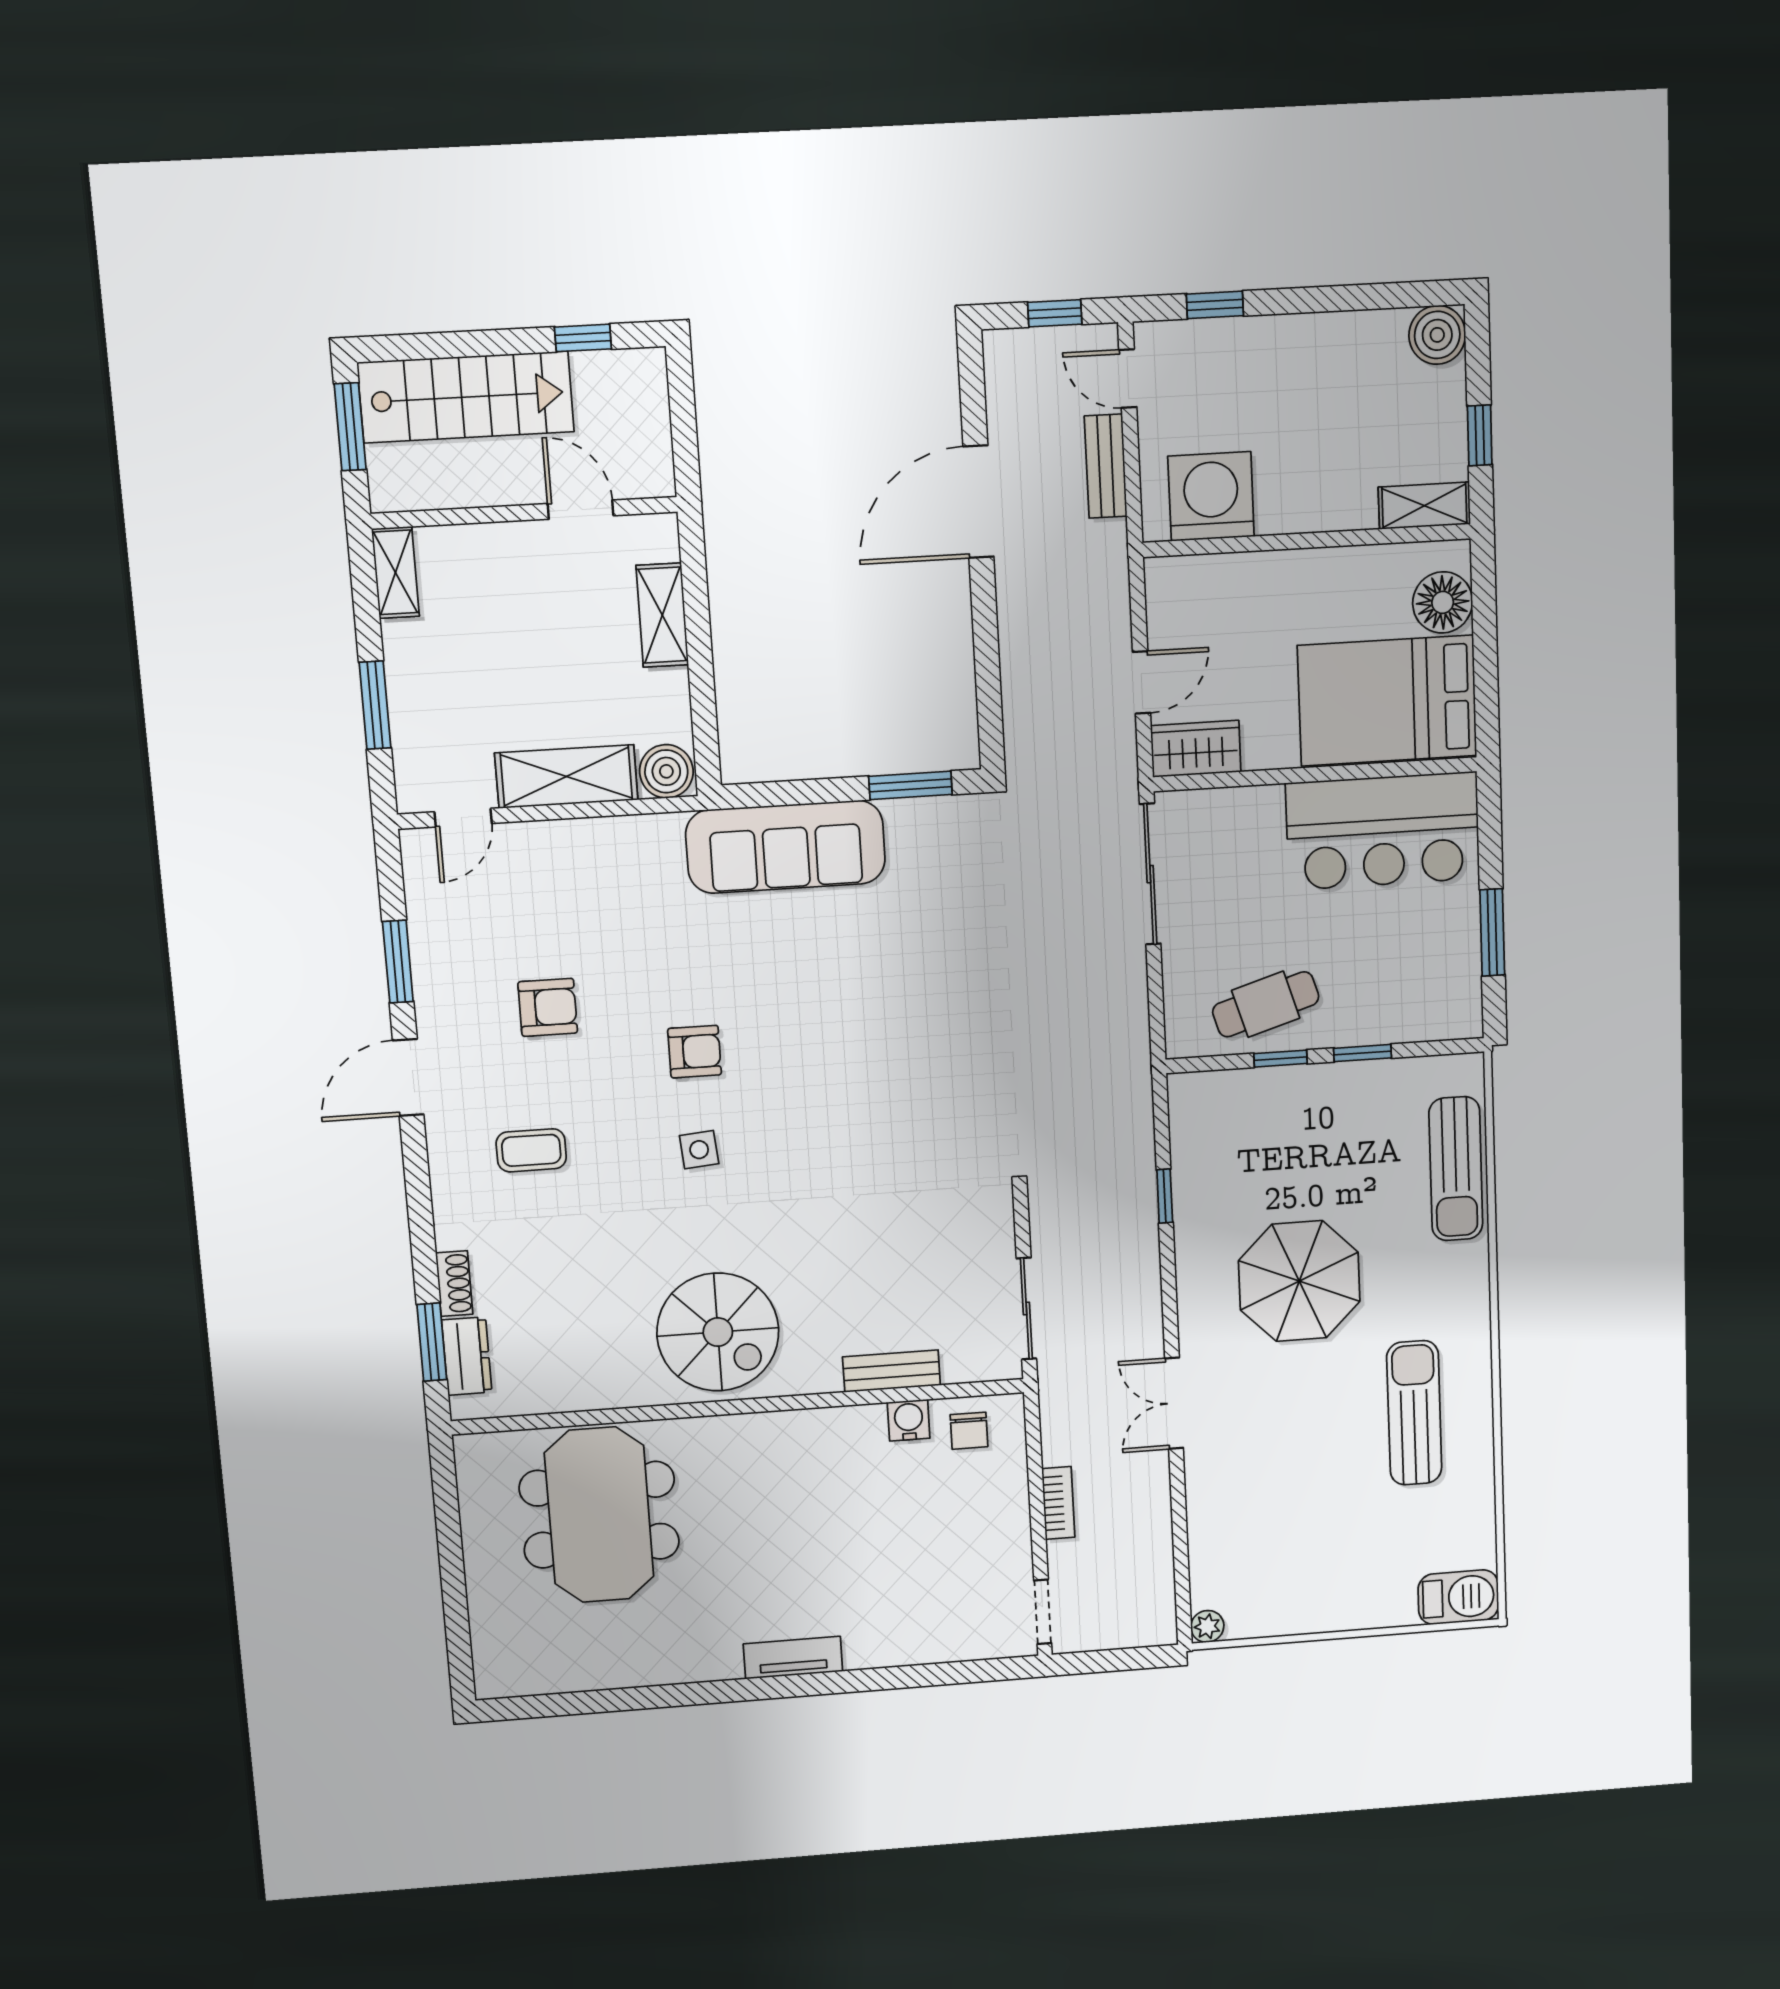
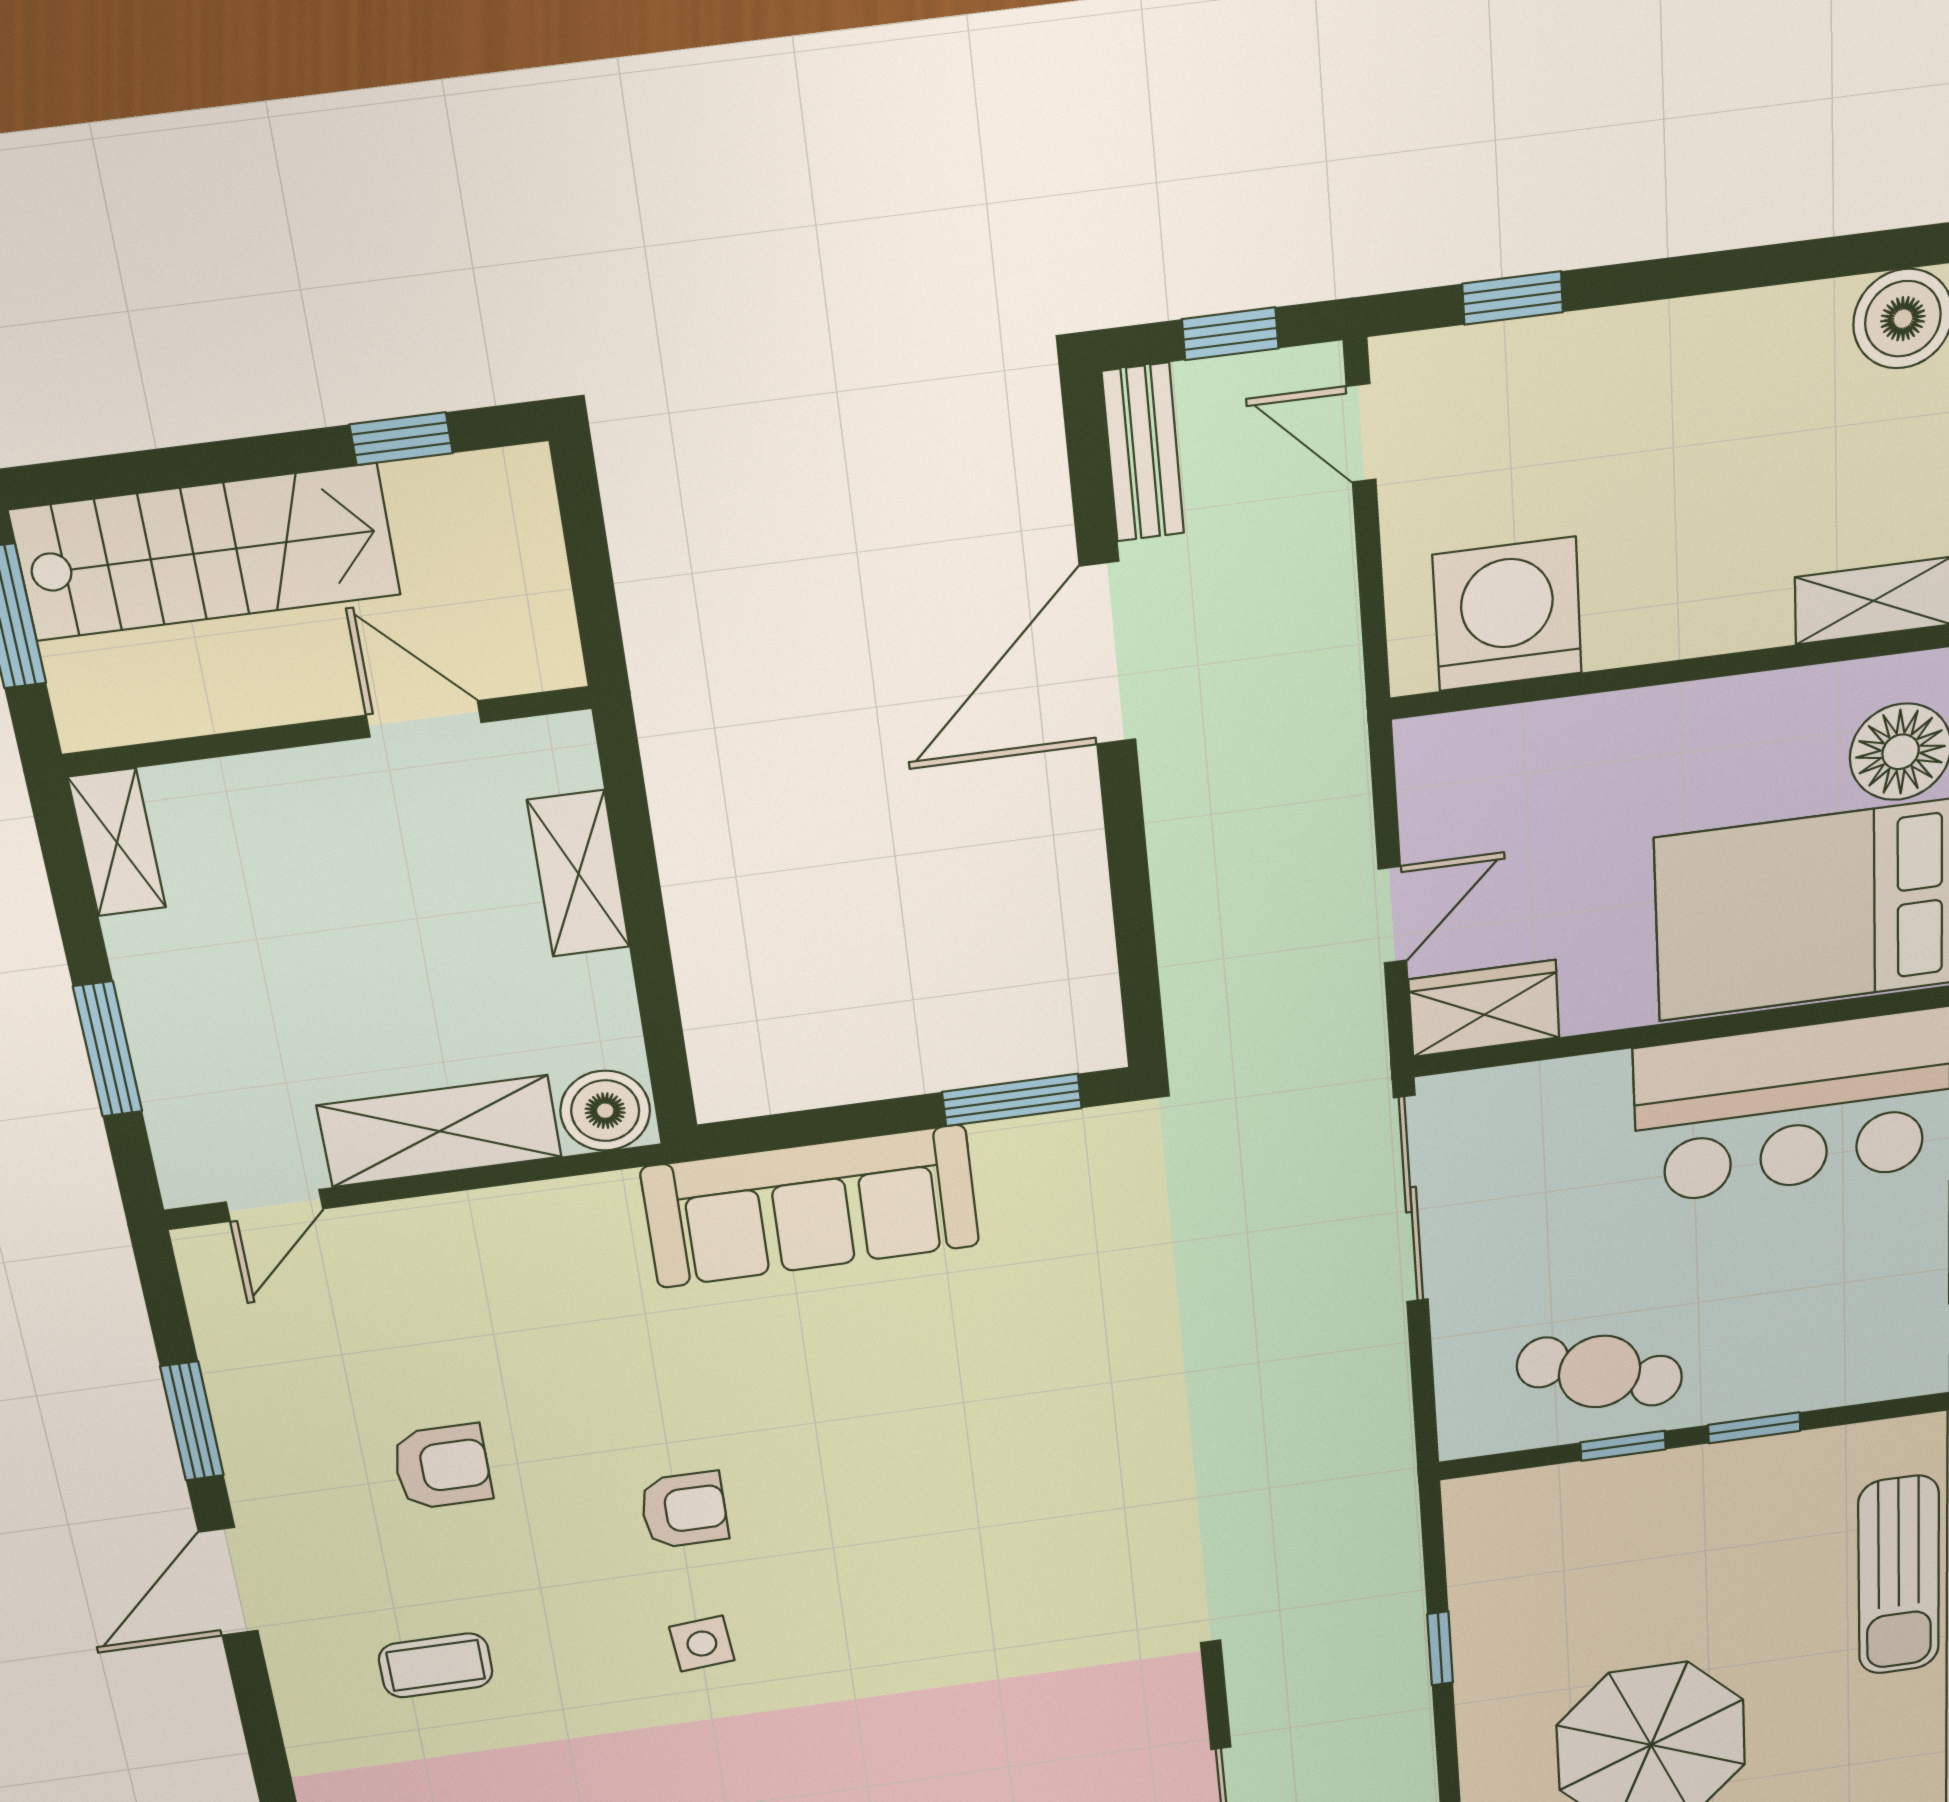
bench: (1106, 466) -> (1143, 453), moved
cafe table: (1266, 1004) -> (1600, 1372), turned 36

